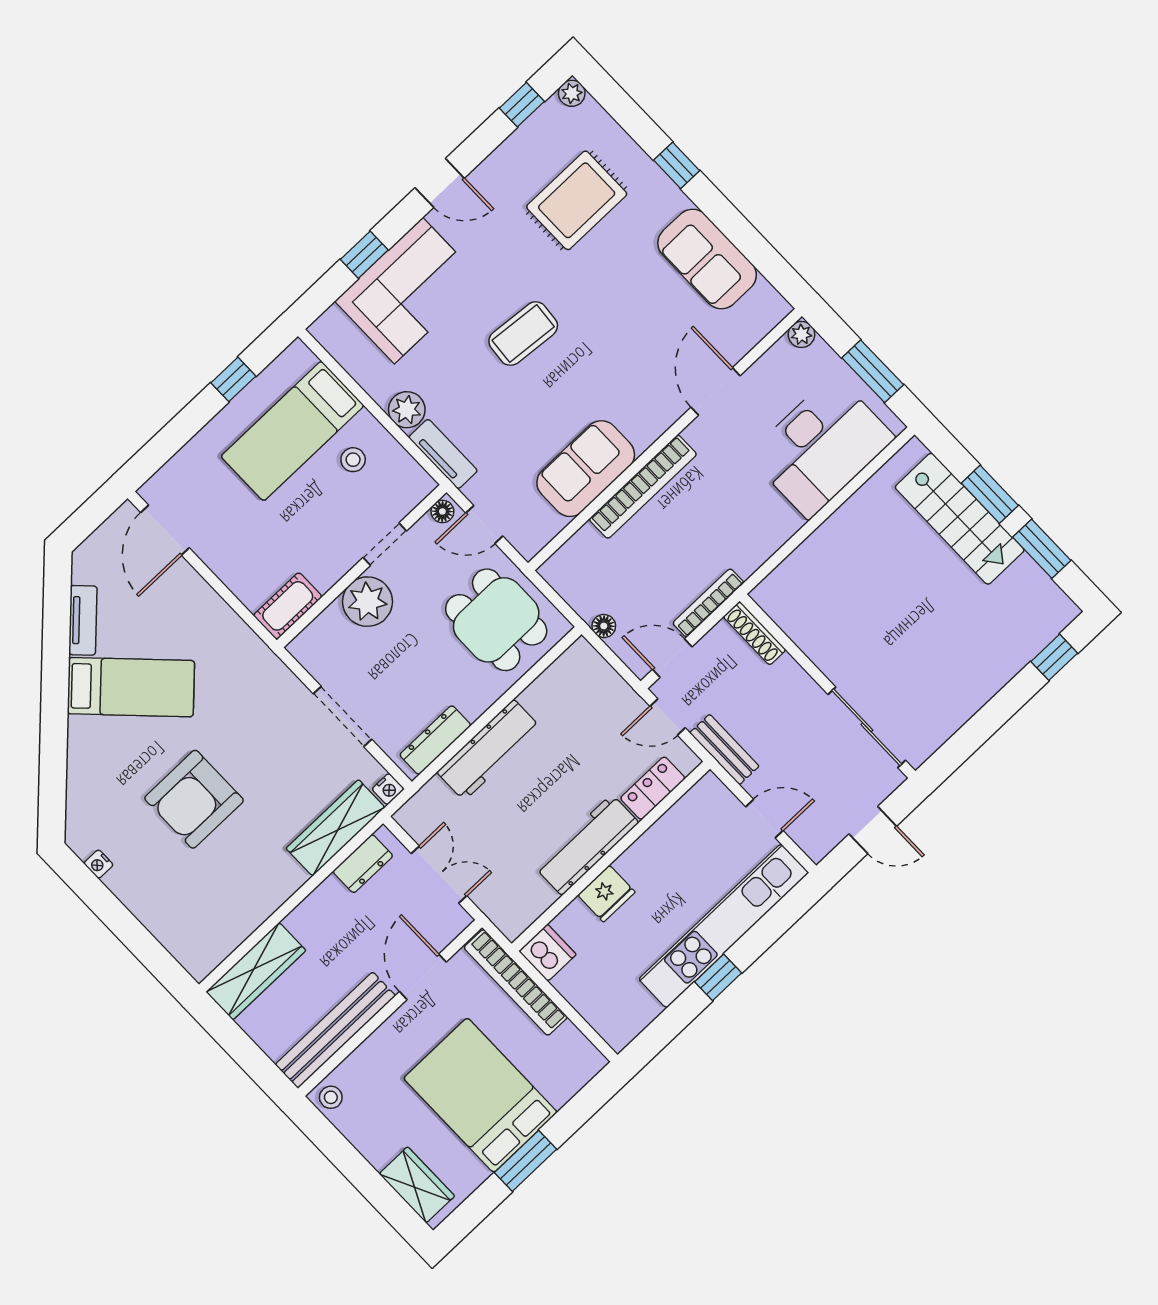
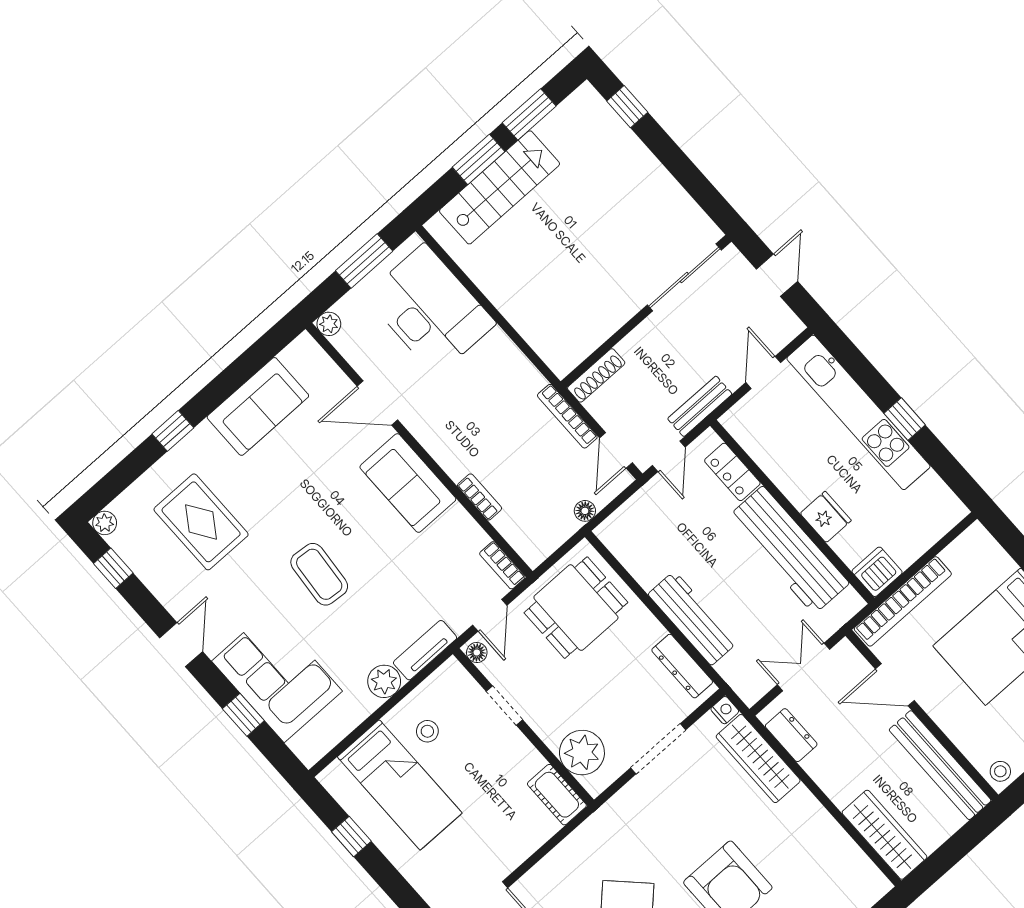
sofa: (586, 469) -> (408, 483), moved
bookcase: (643, 487) -> (480, 497), width x0.43, depth x0.76
bookcase: (540, 536) -> (502, 565), added
plant: (367, 602) -> (582, 753), moved
workbench: (587, 845) -> (788, 550), width x1.36, depth x1.32

